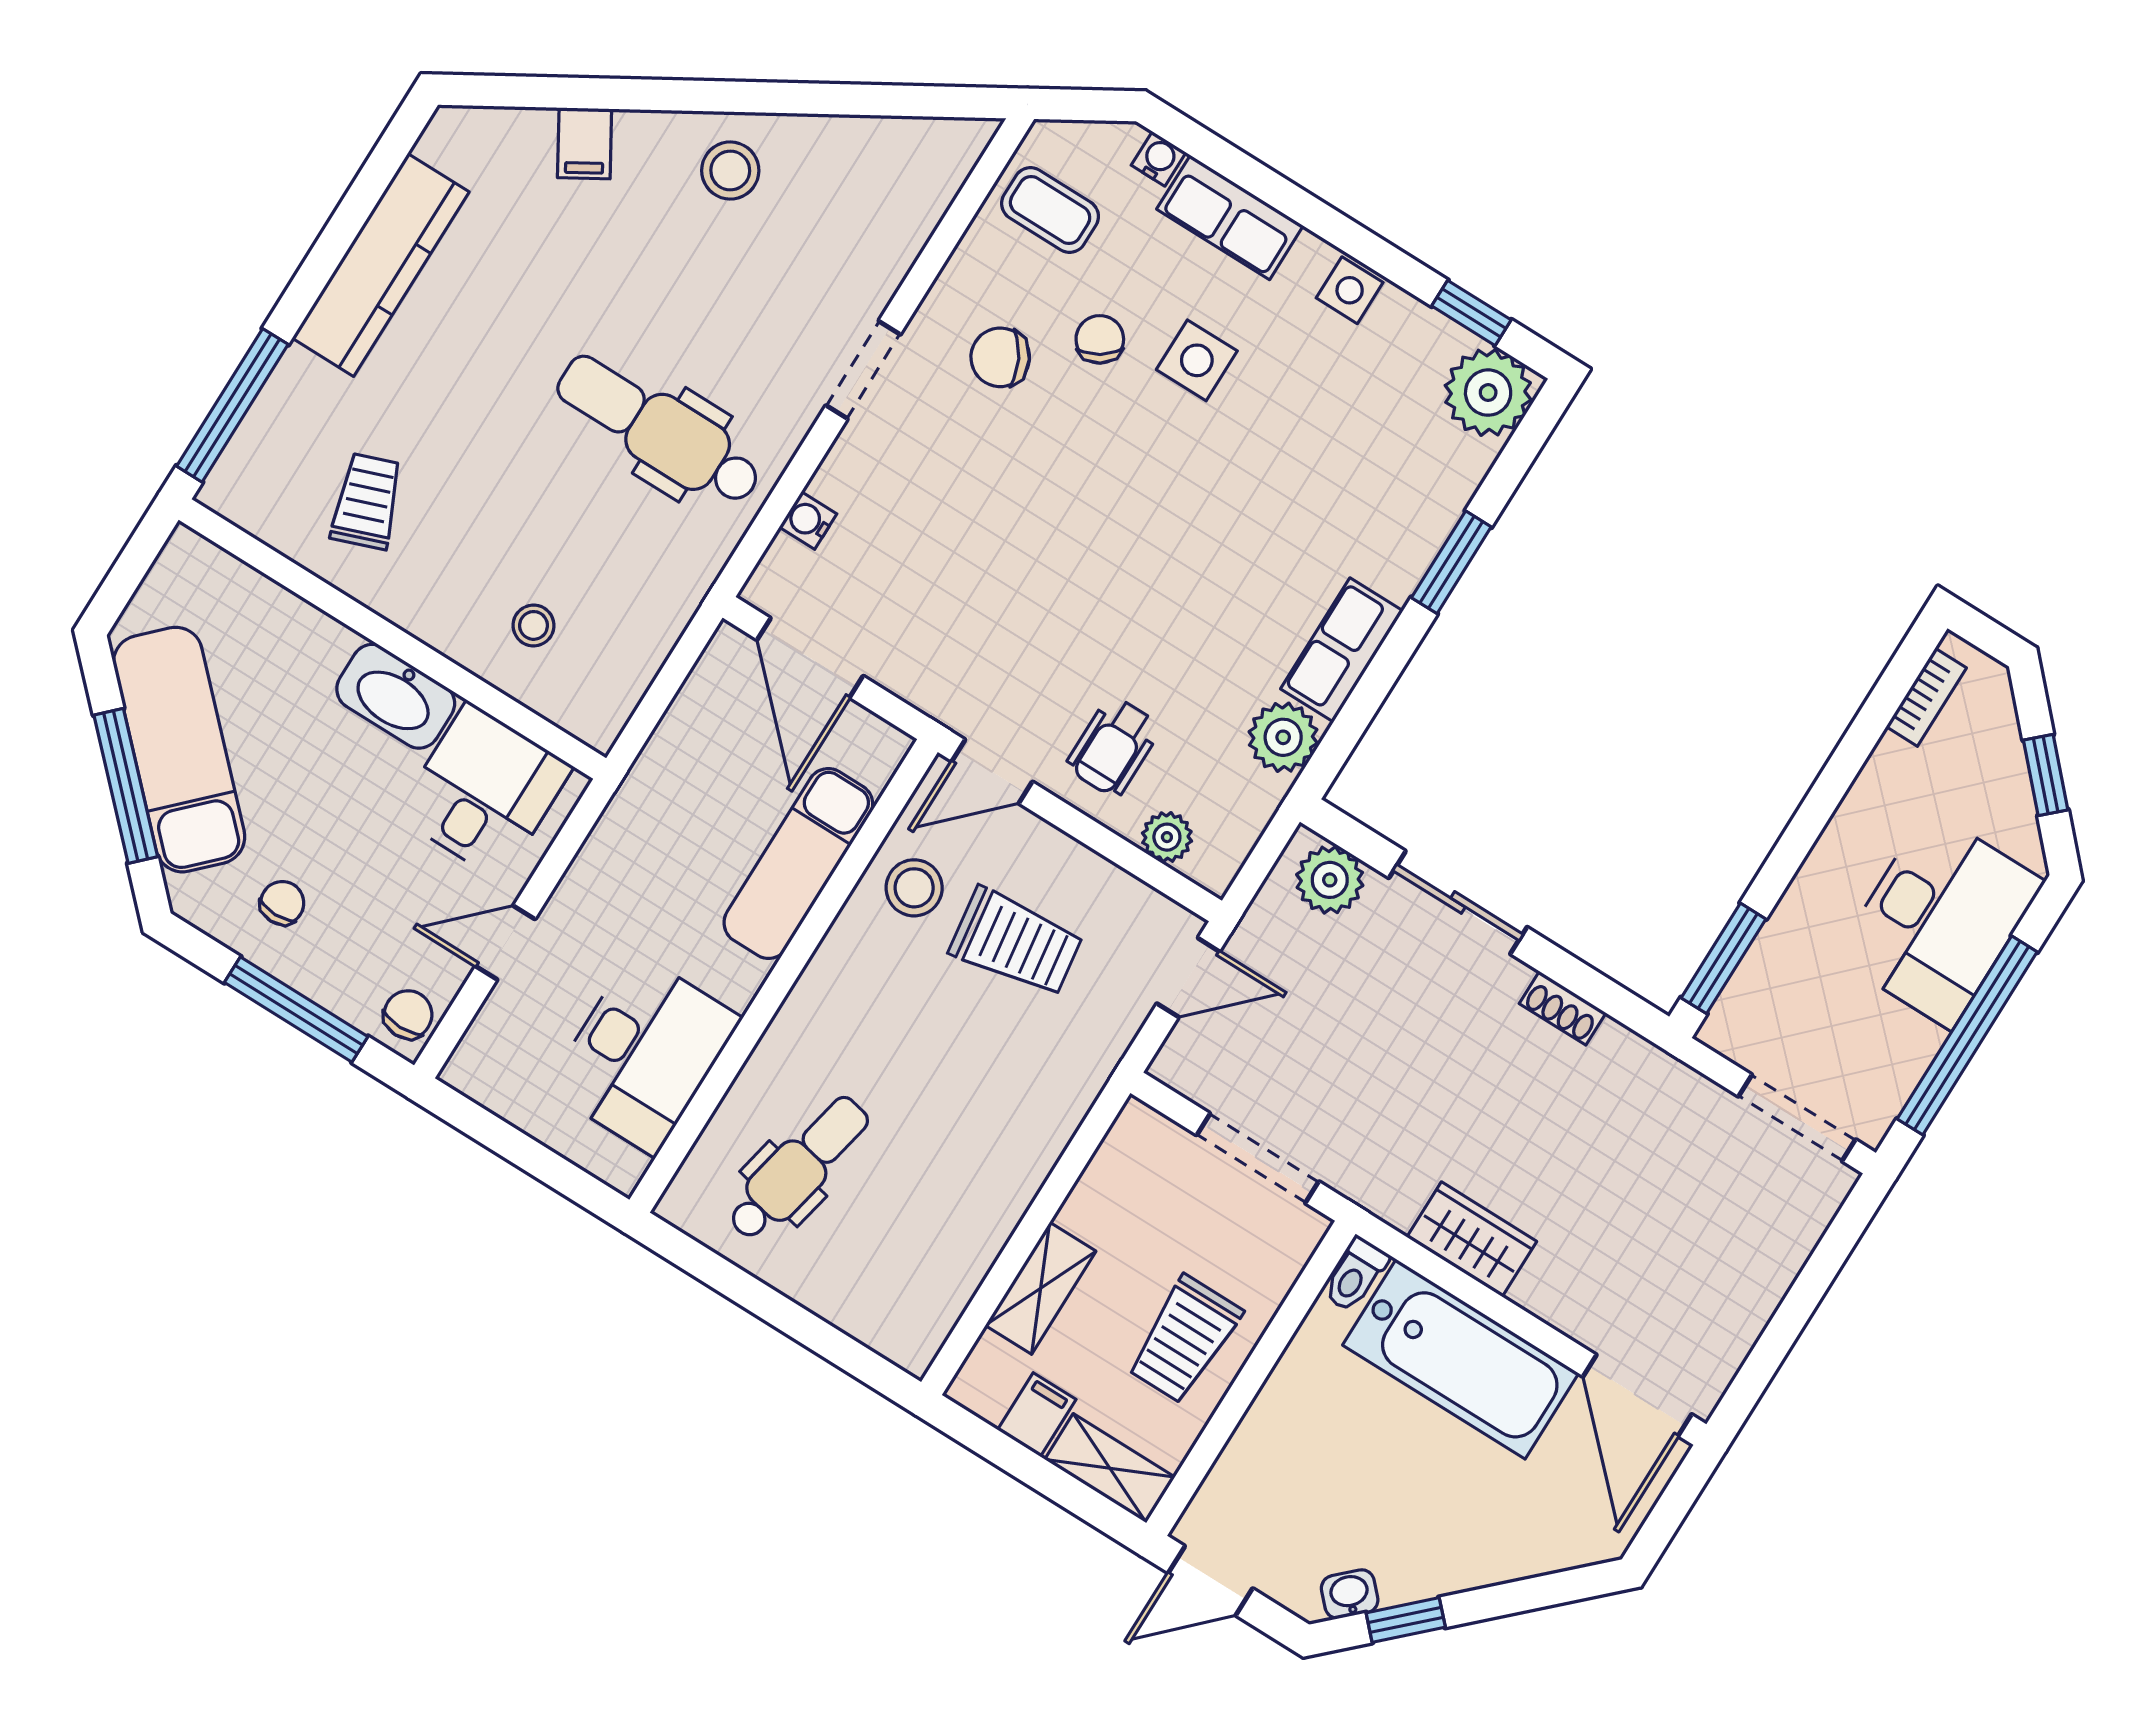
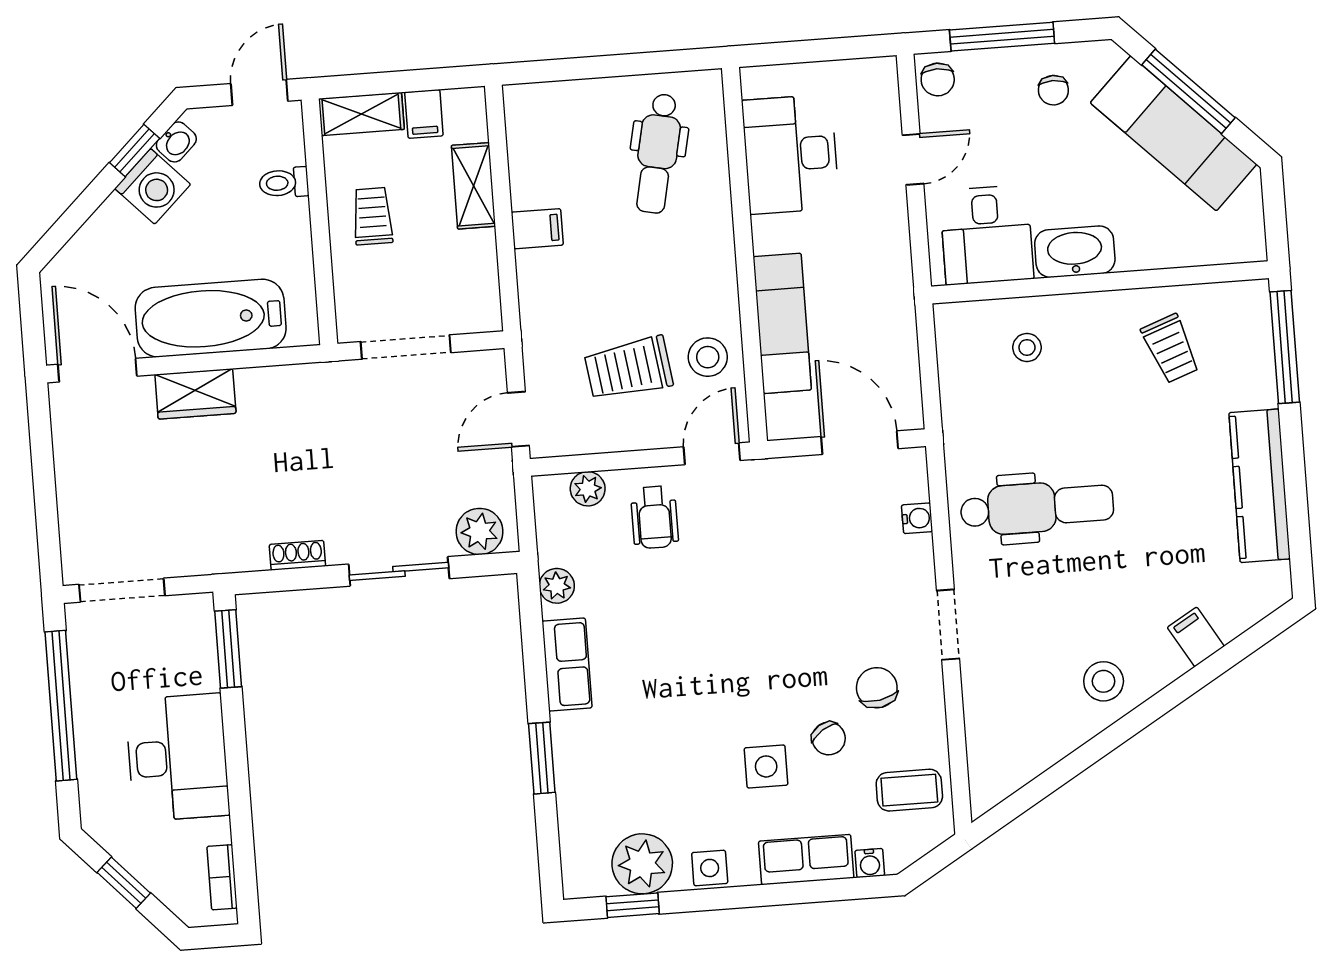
chair: (1000, 357) -> (877, 688), turned -72
plant: (1488, 393) -> (642, 864), moved
plant: (1283, 737) -> (557, 586), width x0.73, depth x0.73
wheelchair: (1113, 747) -> (655, 517), turned 180
desk: (1940, 919) -> (177, 757), moved, turned 180
filing cabinet: (1003, 1184) -> (537, 229), added
wardrobe: (1472, 1239) -> (195, 394), moved
toilet: (1355, 1275) -> (284, 183), moved, turned -90
trolley: (1184, 1339) -> (373, 216), width x0.73, depth x0.72
washing machine: (1415, 1563) -> (153, 186), added

